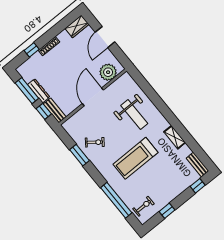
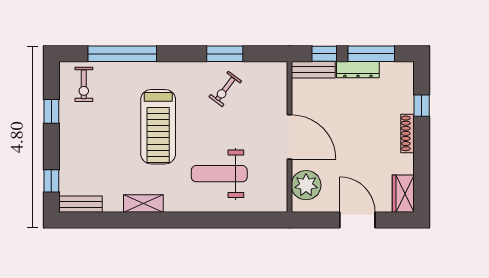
treadmill: (135, 158) -> (158, 127), turned 180

